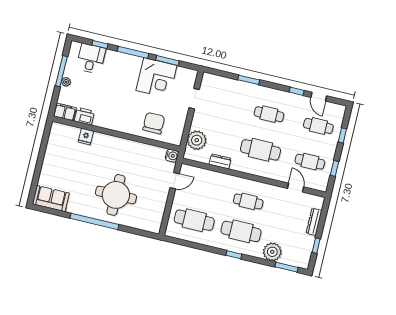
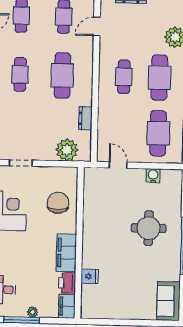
filing cabinet: (110, 121) -> (66, 253), added
chair: (154, 123) -> (58, 203), turned 90
water cooler: (172, 156) -> (153, 176), moved
round table: (116, 195) -> (149, 228), width x0.73, depth x0.73

